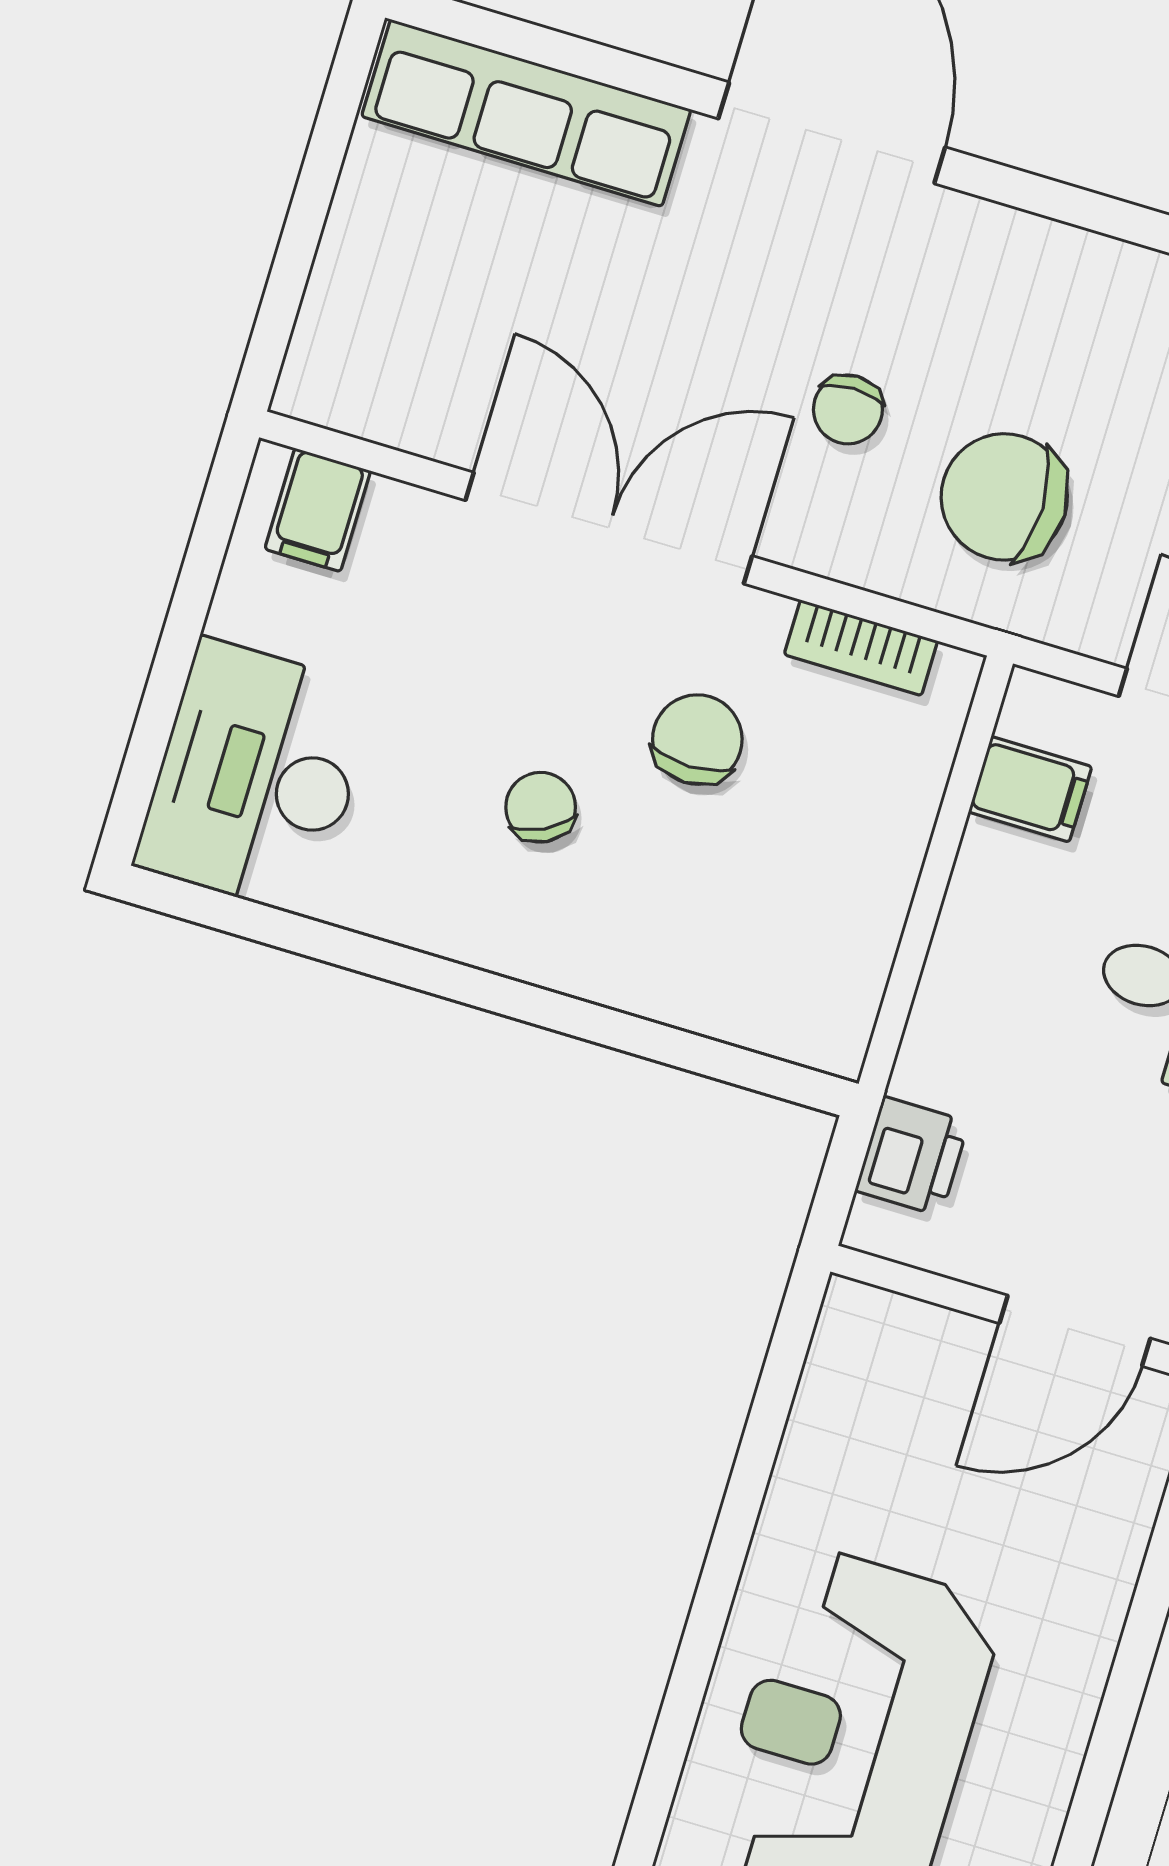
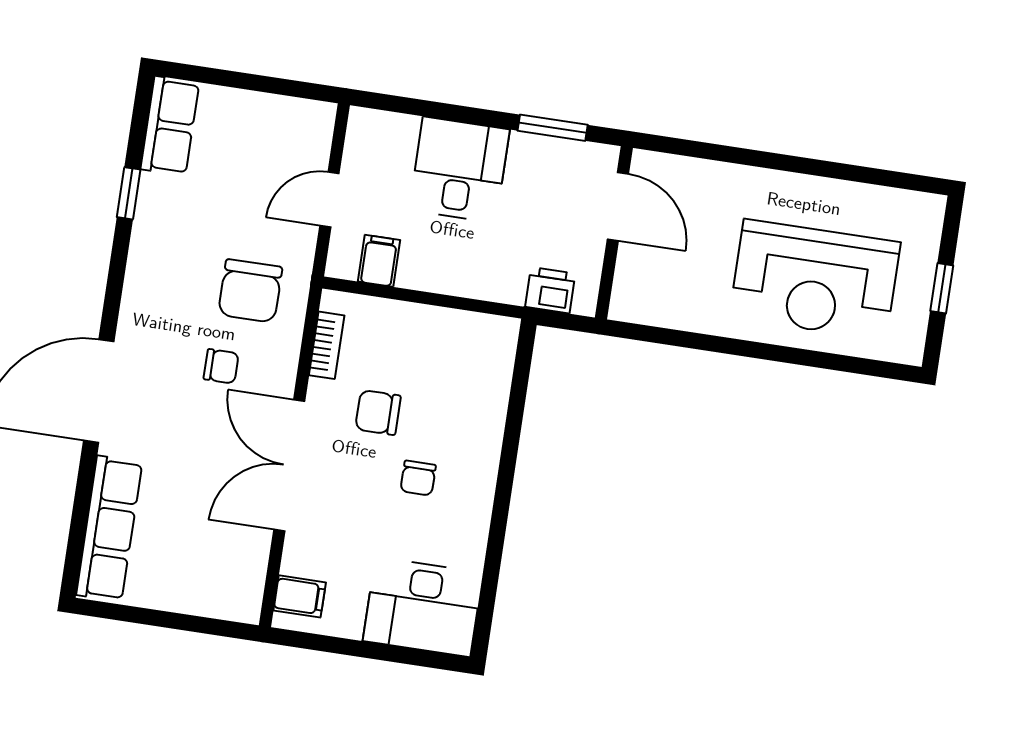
chair: (541, 807) -> (418, 478), turned -63

